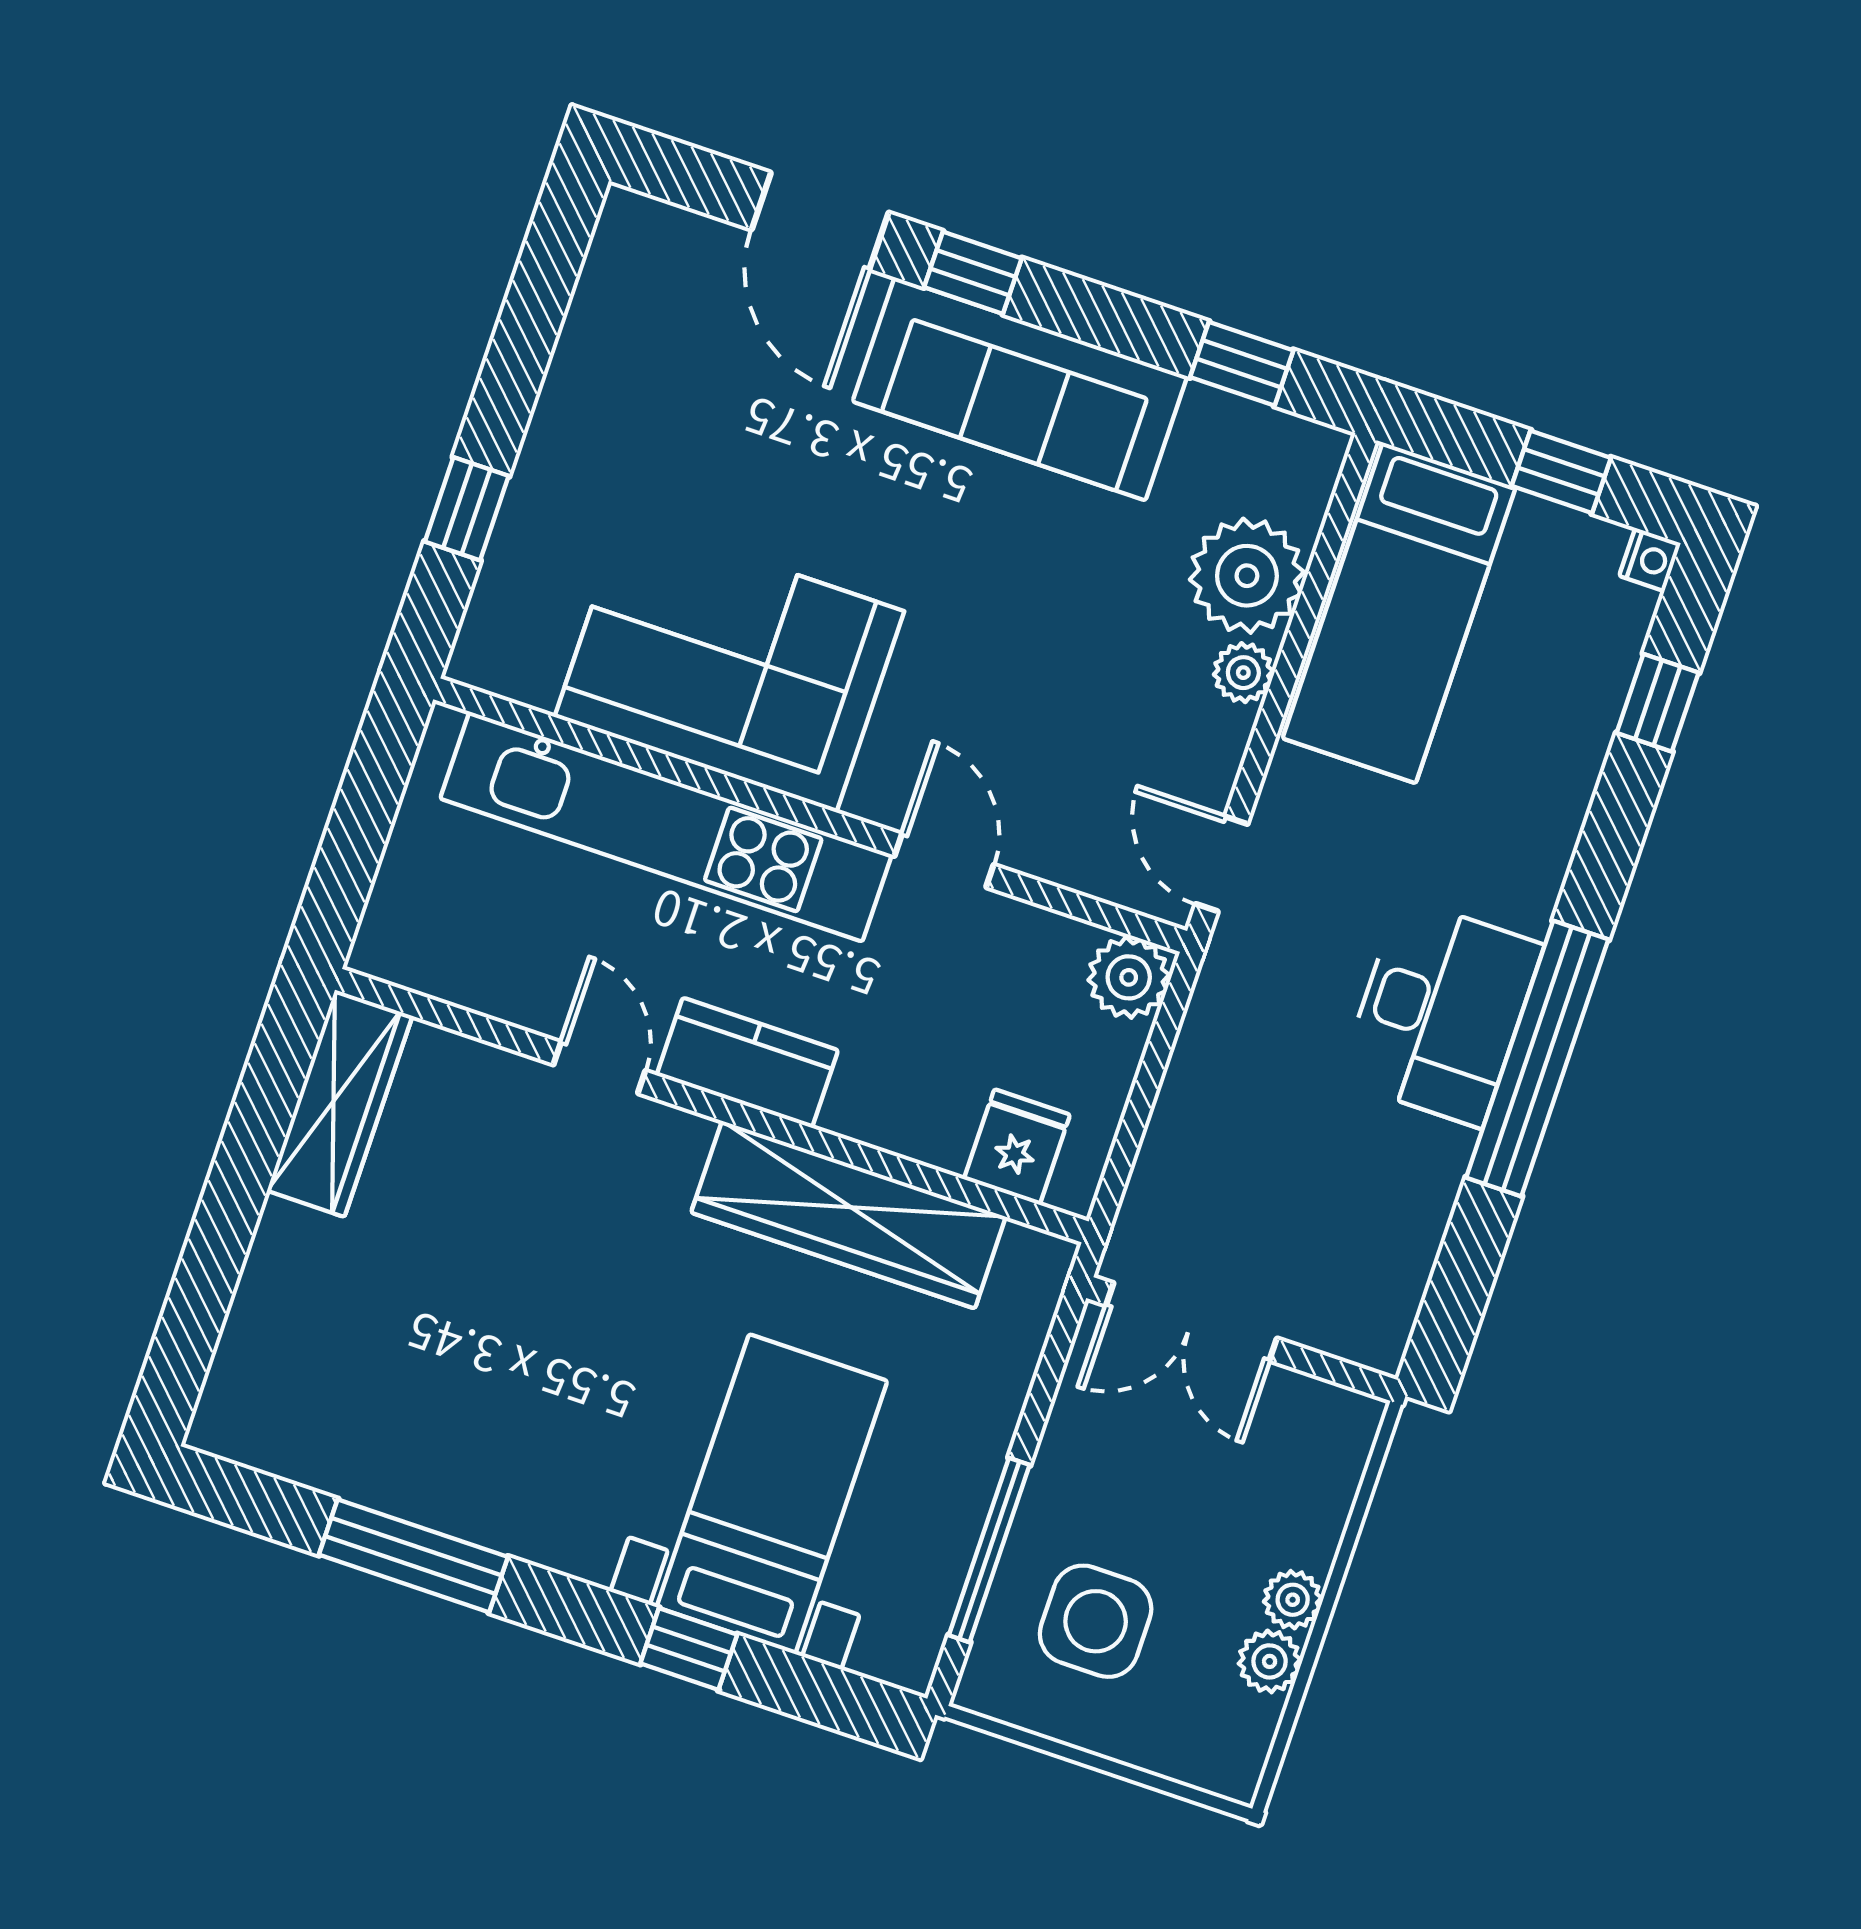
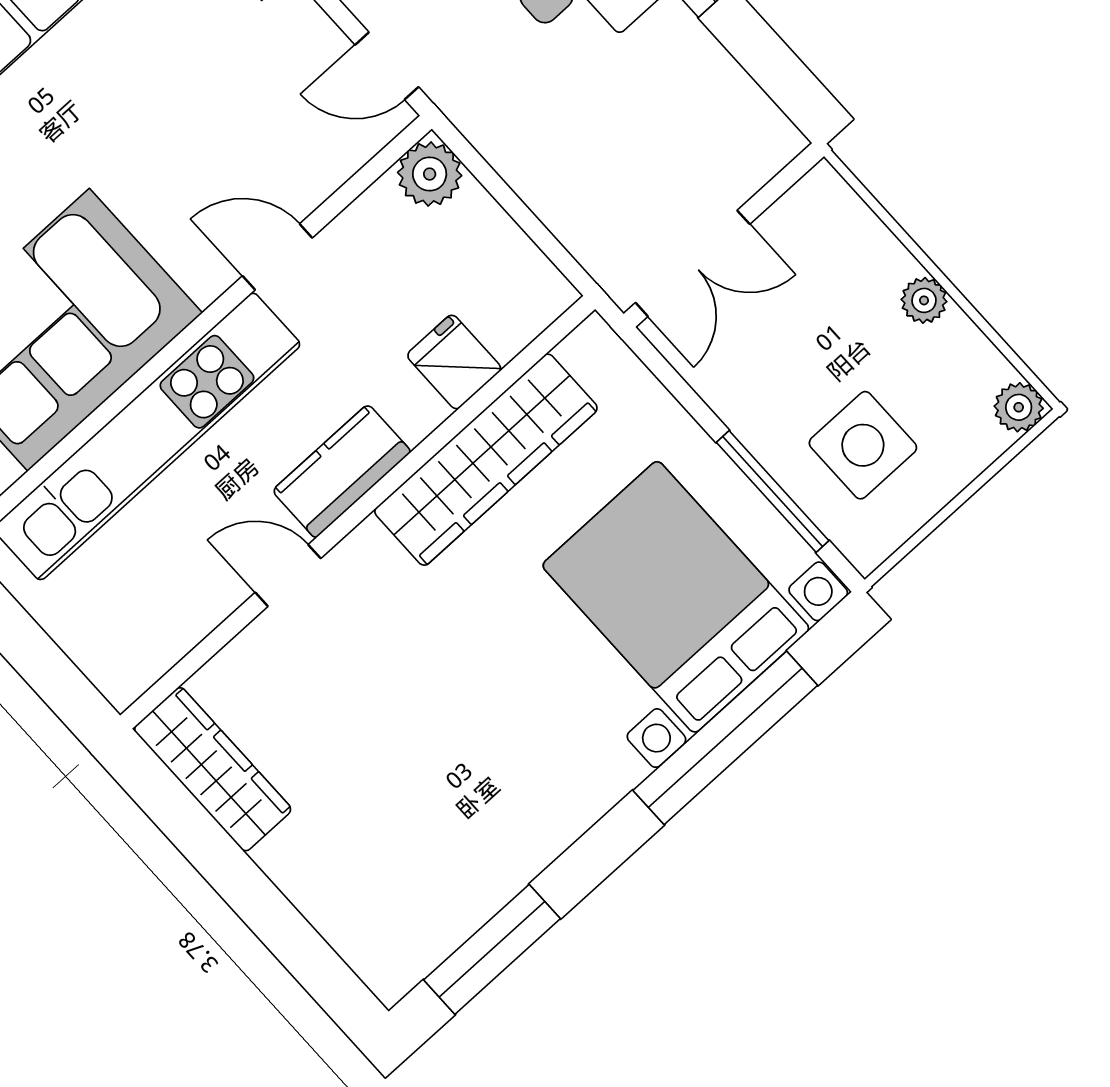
fridge: (1017, 1147) -> (454, 362), moved
bed with nightstands: (772, 1494) -> (676, 597), width x1.36
window: (413, 1556) -> (492, 949), moved
window: (689, 1649) -> (725, 738), width x3.17
plant: (1270, 1661) -> (1019, 407), moved

